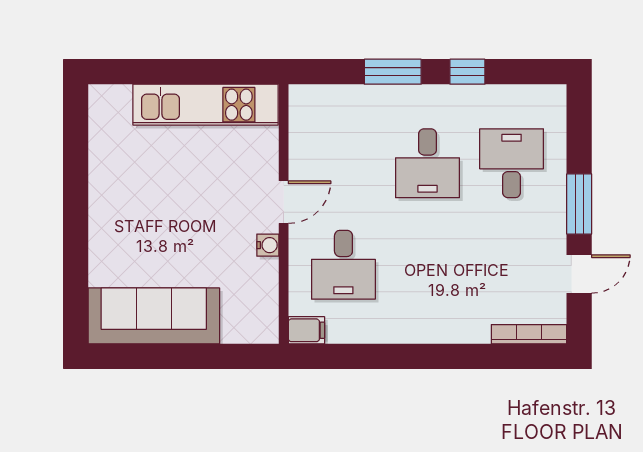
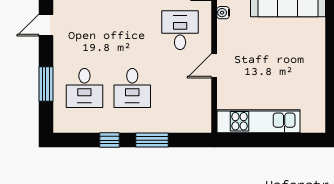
desk: (427, 163) -> (132, 88), turned 180
window: (579, 204) -> (46, 84), moved
water cooler: (268, 245) -> (223, 13), moved

